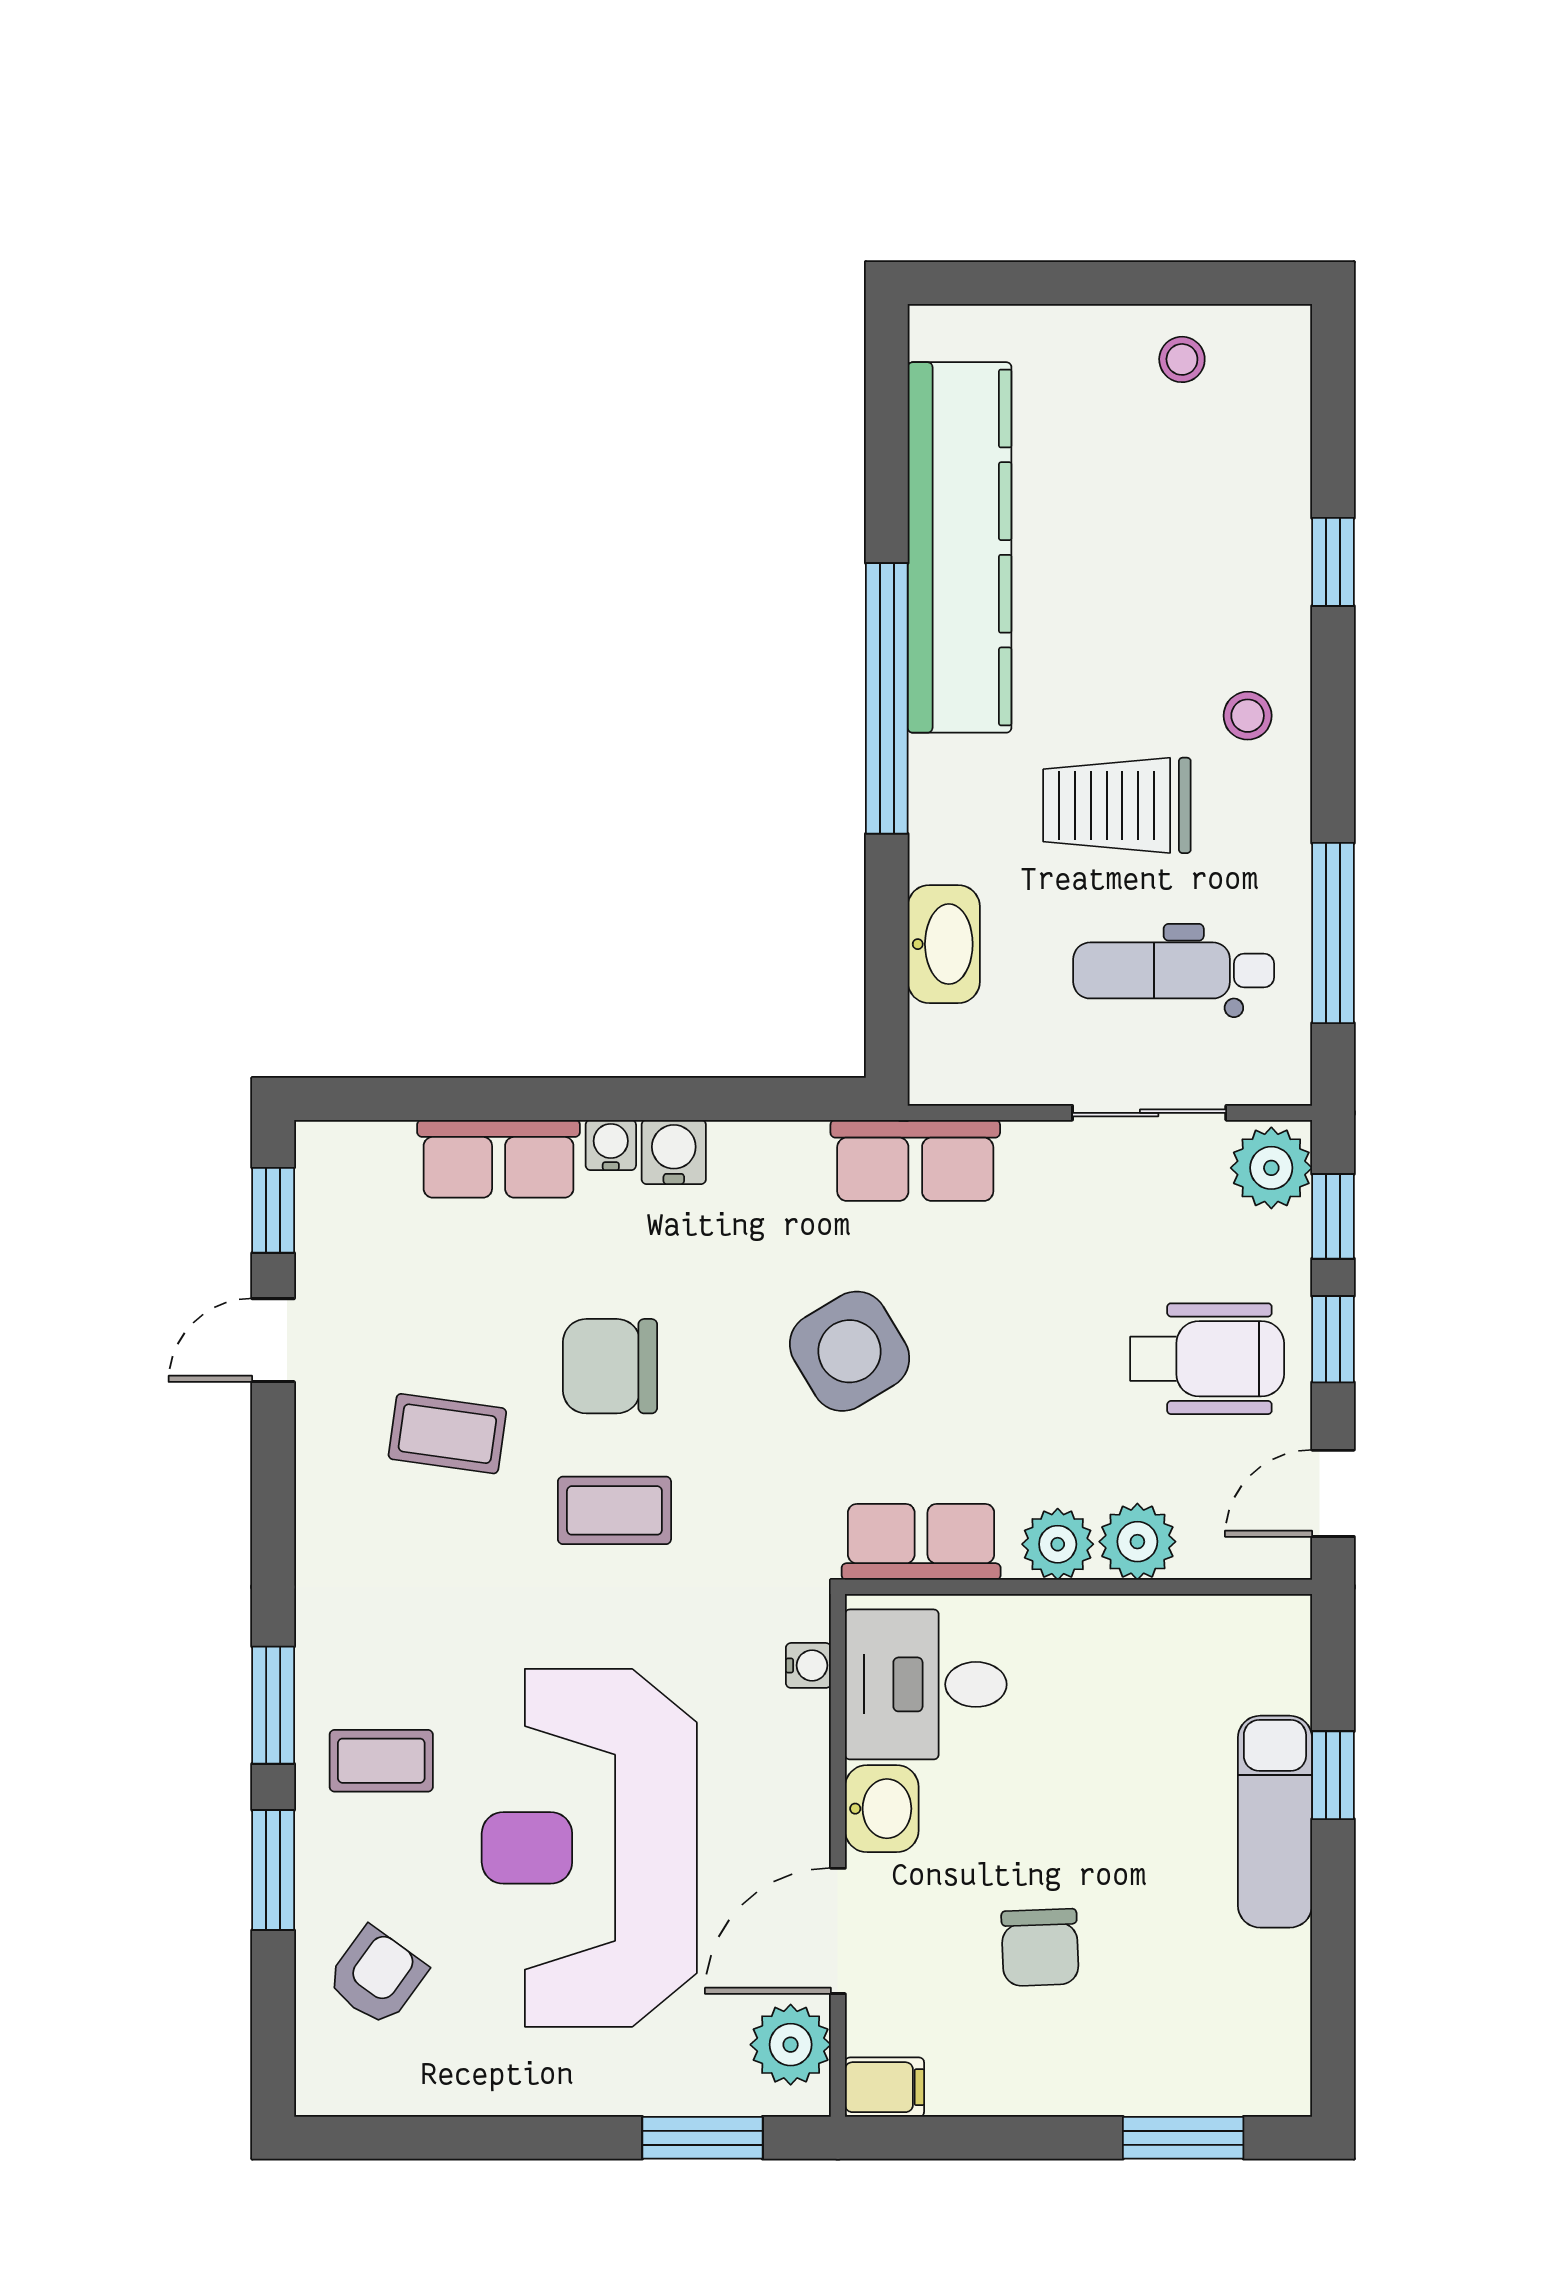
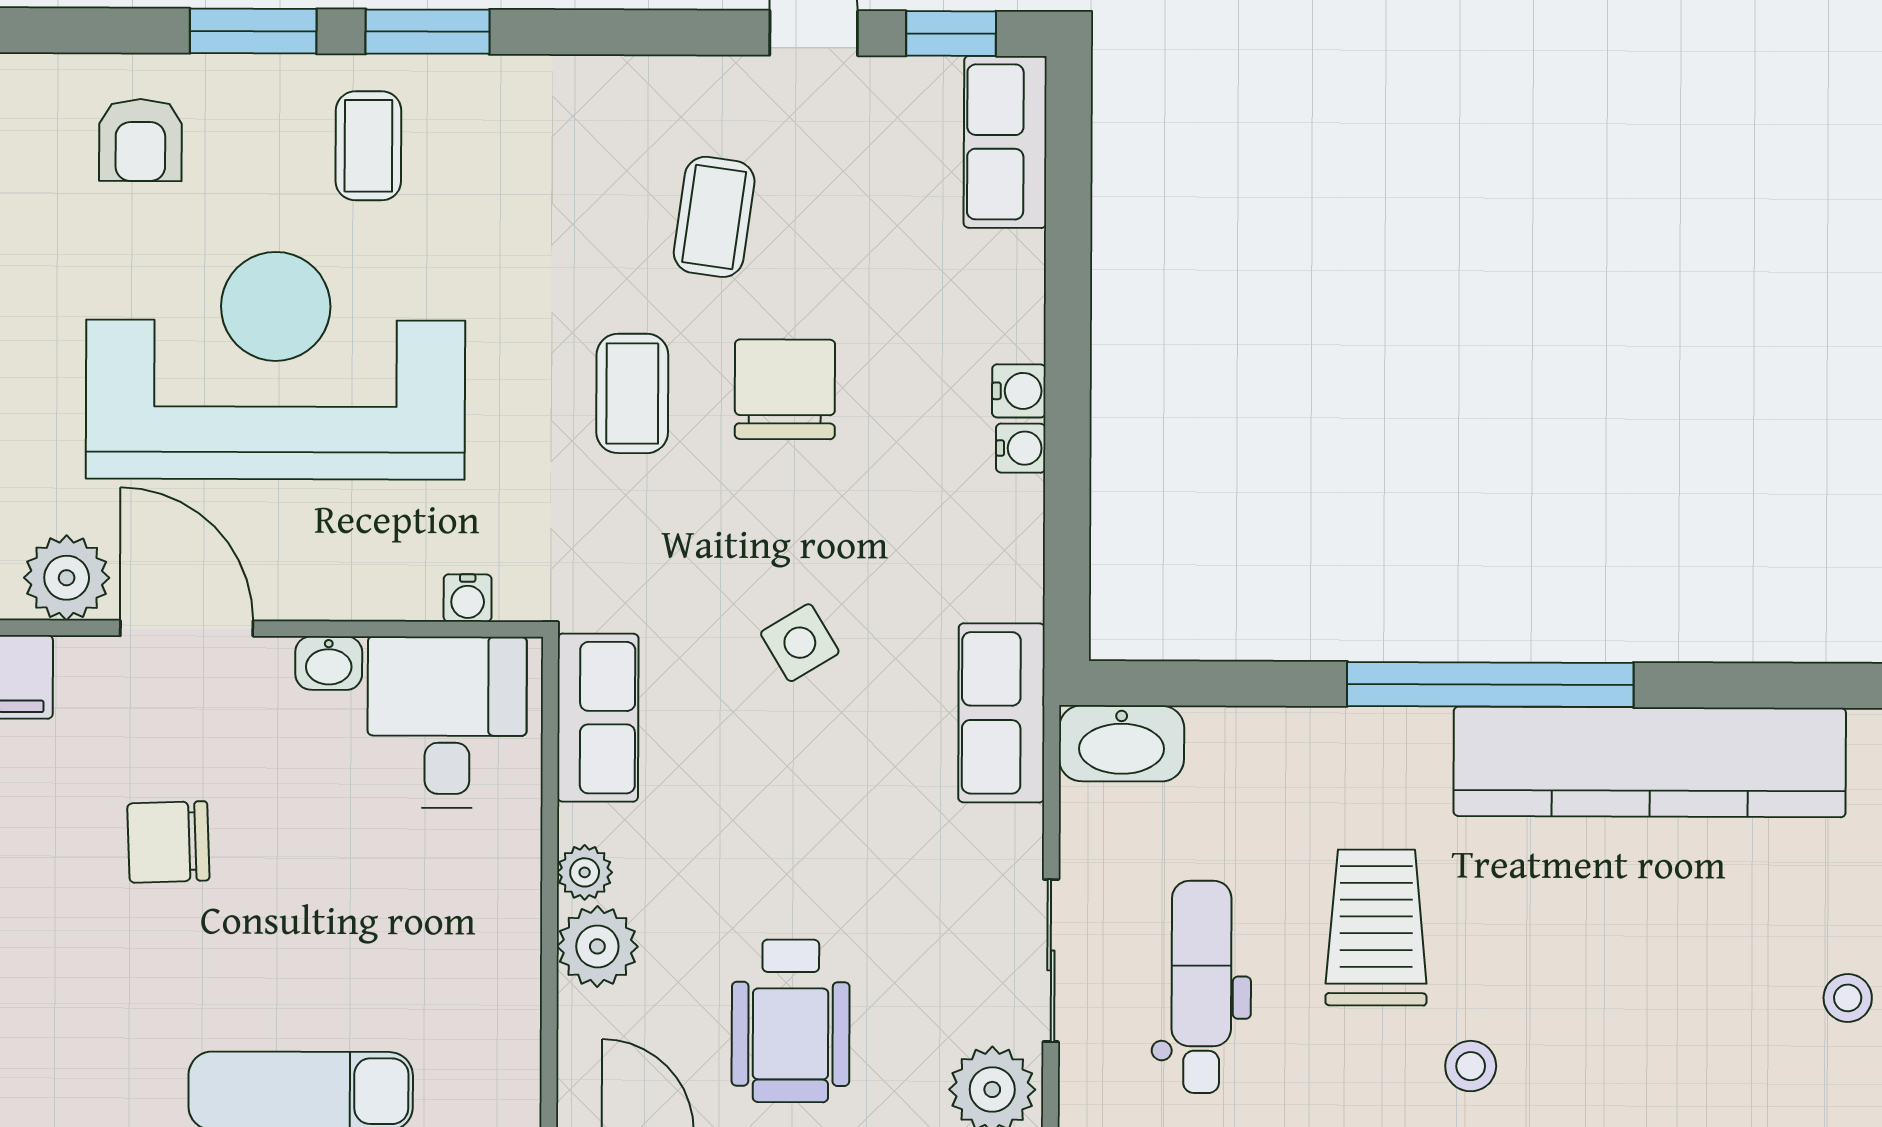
washbasin: (944, 944) -> (1122, 743), moved
water cooler: (674, 1152) -> (1021, 448), width x0.72, depth x0.72
row of seats: (499, 1159) -> (1005, 142), moved
side table: (850, 1351) -> (800, 643), width x0.54, depth x0.54
plant: (1058, 1544) -> (585, 872), width x0.73, depth x0.73
washbasin: (882, 1809) -> (329, 663), width x0.72, depth x0.69
armchair: (377, 1976) -> (140, 140), turned 54

